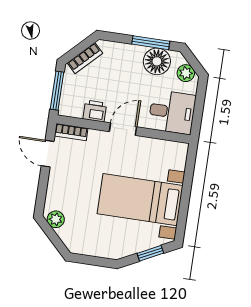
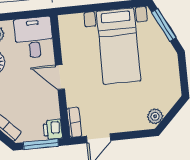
printer: (95, 111) -> (53, 129), moved
window: (150, 253) -> (164, 25), width x1.50

